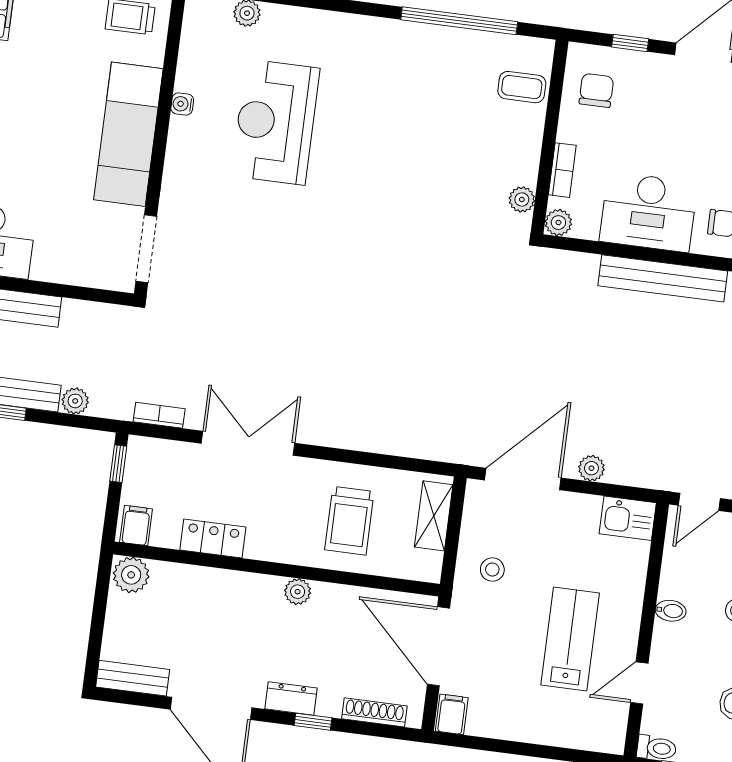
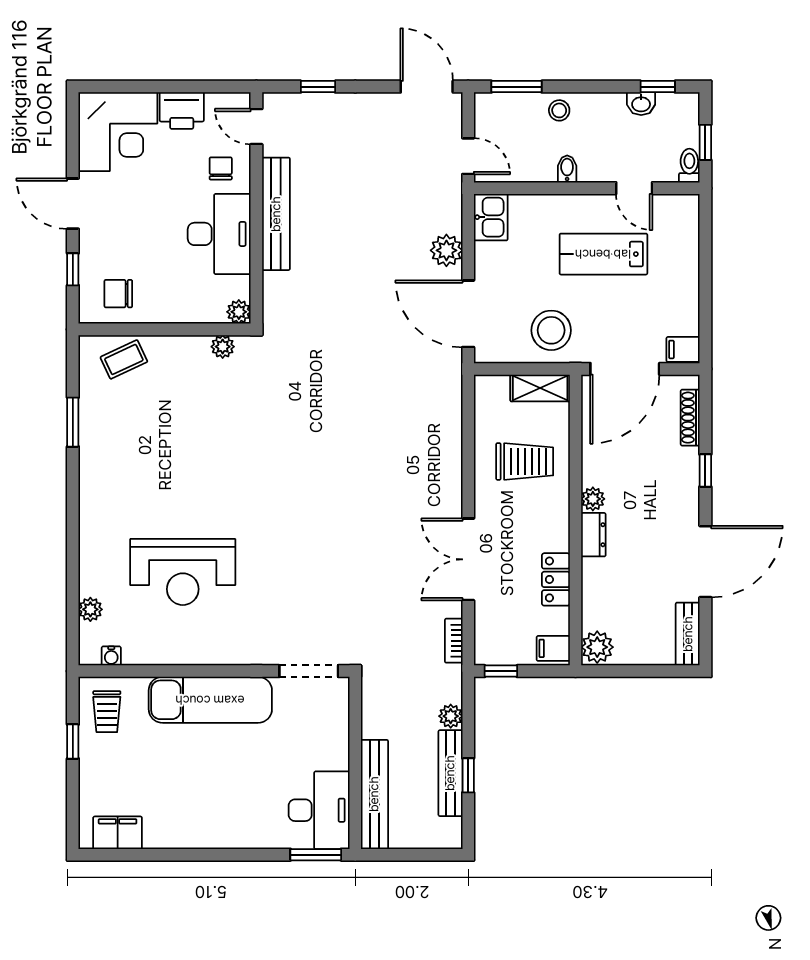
window: (459, 21) -> (73, 422), width x0.47
coffee table: (522, 87) -> (124, 359), turned 65
water cooler: (182, 104) -> (111, 656), moved
bookcase: (562, 170) -> (192, 314), removed
plant: (591, 468) -> (446, 250), width x1.38, depth x1.38
shelving: (434, 516) -> (540, 388), moved
stool: (492, 569) -> (551, 330), width x1.89, depth x1.89
dresser: (291, 698) -> (593, 535), moved, turned 180

